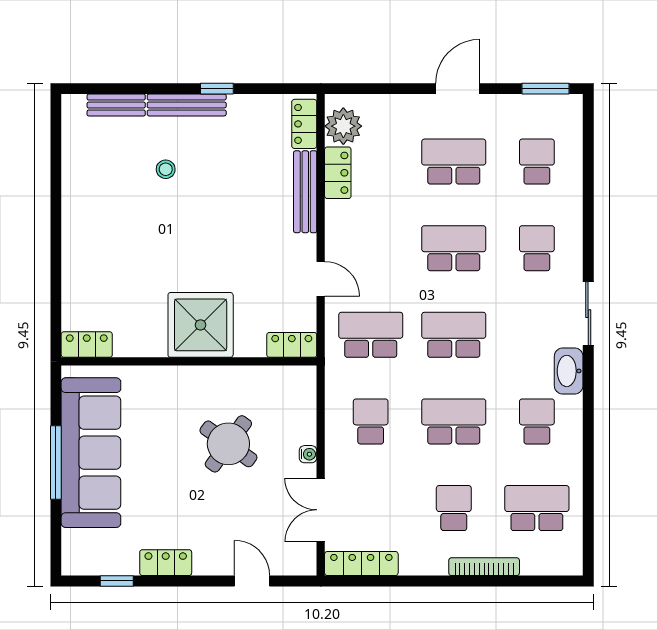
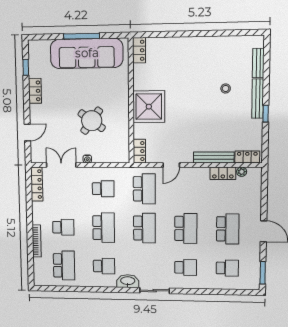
plant: (343, 126) -> (242, 172), width x0.53, depth x0.53

